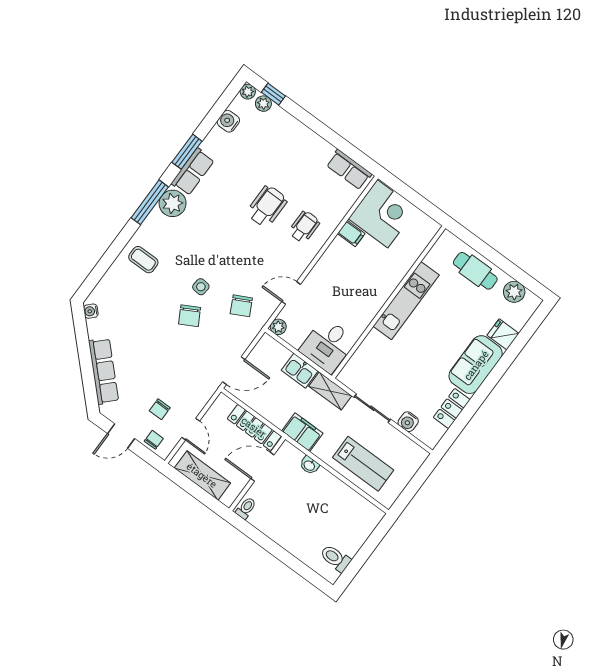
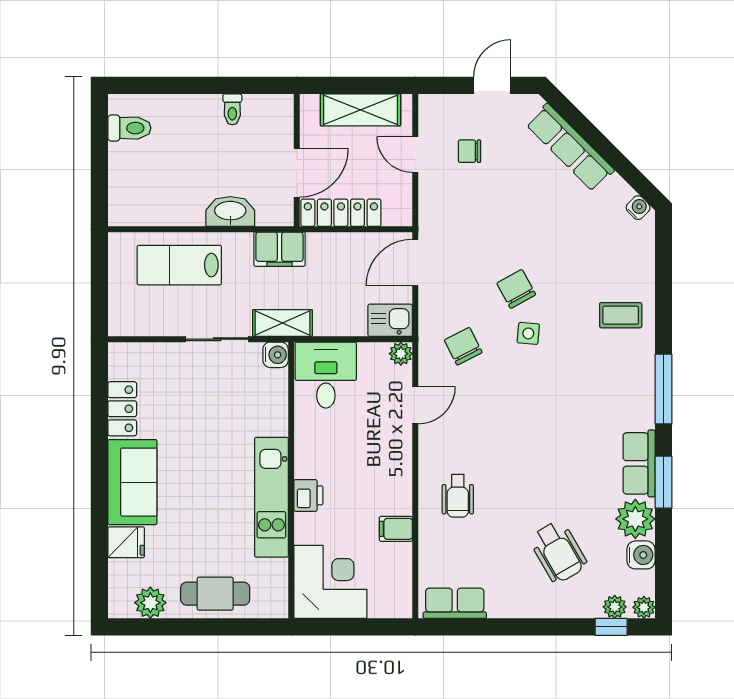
plant: (173, 203) -> (635, 519), moved
wheelchair: (267, 206) -> (558, 552), moved, turned -30
corner desk: (382, 214) -> (330, 582), moved, turned 180
printer: (385, 287) -> (308, 495), added
kitchen sink: (300, 371) -> (390, 320), moved
chair: (160, 409) -> (470, 151), turned -90
water cooler: (408, 422) -> (276, 355), moved, turned 90
chair: (154, 440) -> (450, 110), removed
washbasin: (309, 465) -> (230, 211), width x1.91, depth x1.45
toilet: (246, 508) -> (232, 109), moved

